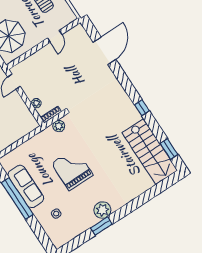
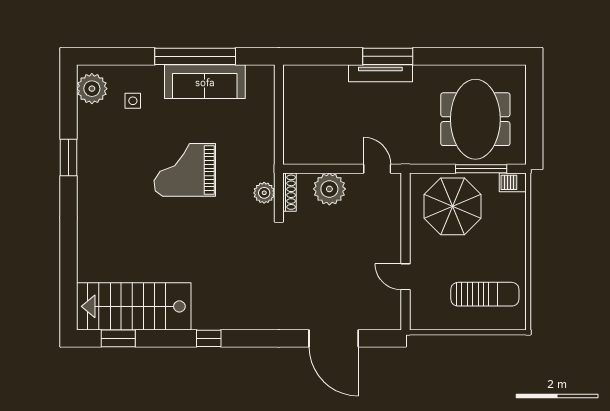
plant: (36, 103) -> (329, 189), width x1.88, depth x1.88
grand piano: (72, 169) -> (185, 170), turned 180
plant: (102, 210) -> (92, 89), moved

